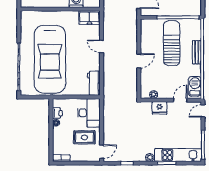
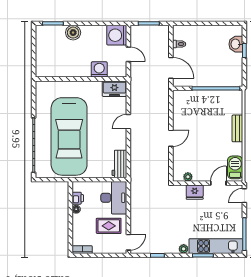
sun lounger: (172, 43) -> (209, 118), removed
door: (102, 46) -> (128, 122), hinge flipped

